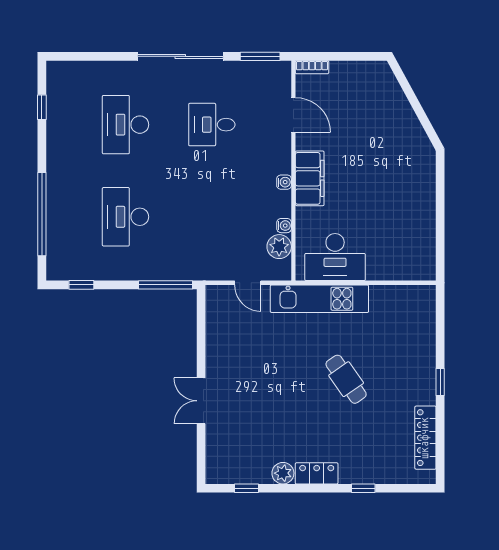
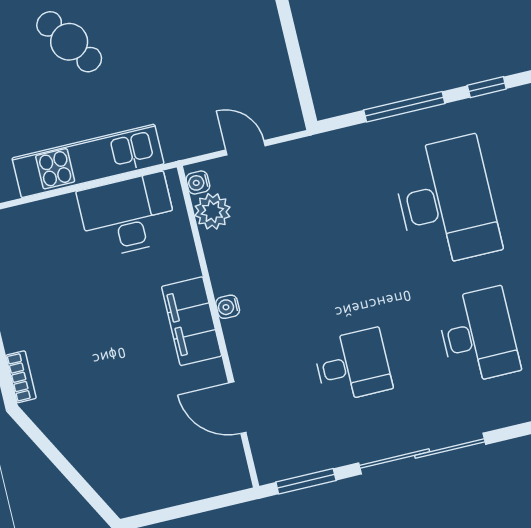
bookcase: (312, 67) -> (21, 377), moved, turned 90
desk: (126, 217) -> (446, 202), width x1.36, depth x1.30
water cooler: (284, 226) -> (198, 183), moved
window: (165, 285) -> (404, 107), moved
kitchen unit: (319, 299) -> (88, 161), moved

